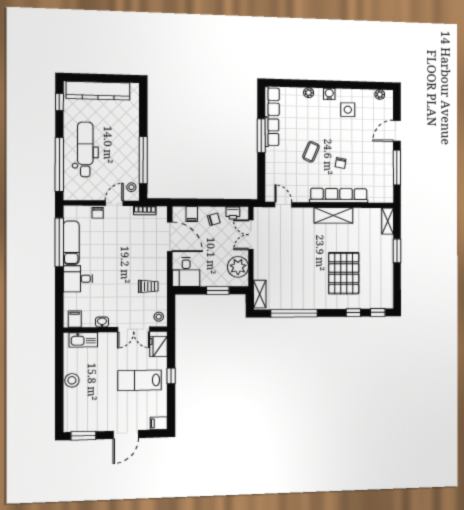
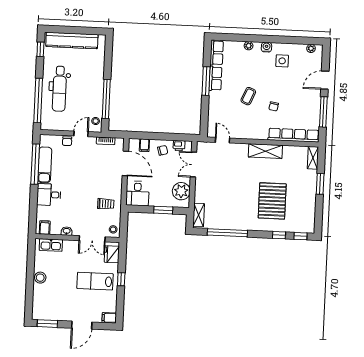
dental chair: (85, 149) -> (59, 89), turned 180
row of seats: (339, 195) -> (294, 135), moved

